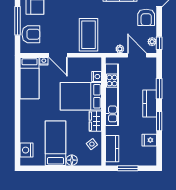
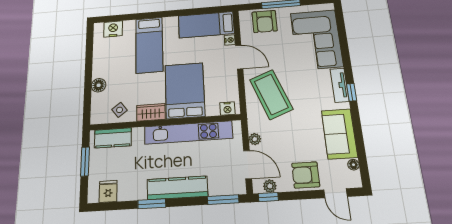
coffee table: (88, 35) -> (271, 94), turned 69
door: (58, 55) -> (239, 57), swing flipped
door: (137, 55) -> (248, 165), hinge flipped
nightstand: (97, 77) -> (227, 109), moved
window: (159, 89) -> (223, 200), moved
kitchen counter: (150, 104) -> (177, 188), width x1.50
fridge: (149, 140) -> (108, 191), moved
bed: (56, 143) -> (149, 45), moved, turned 90

